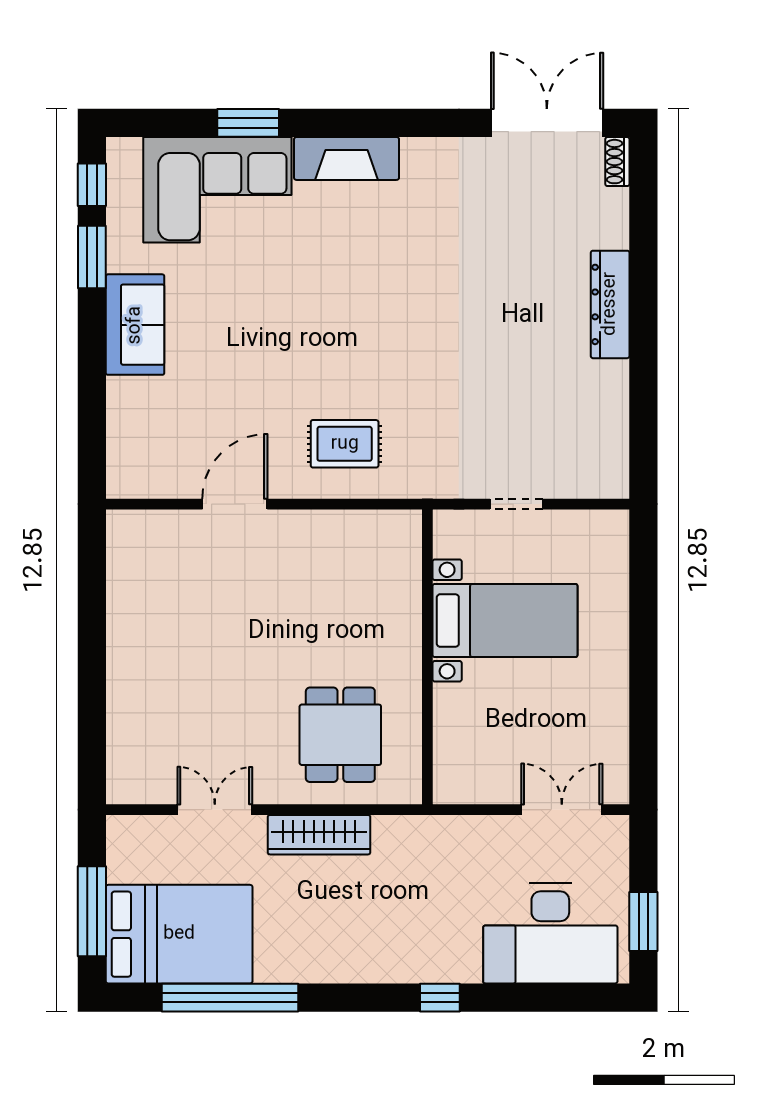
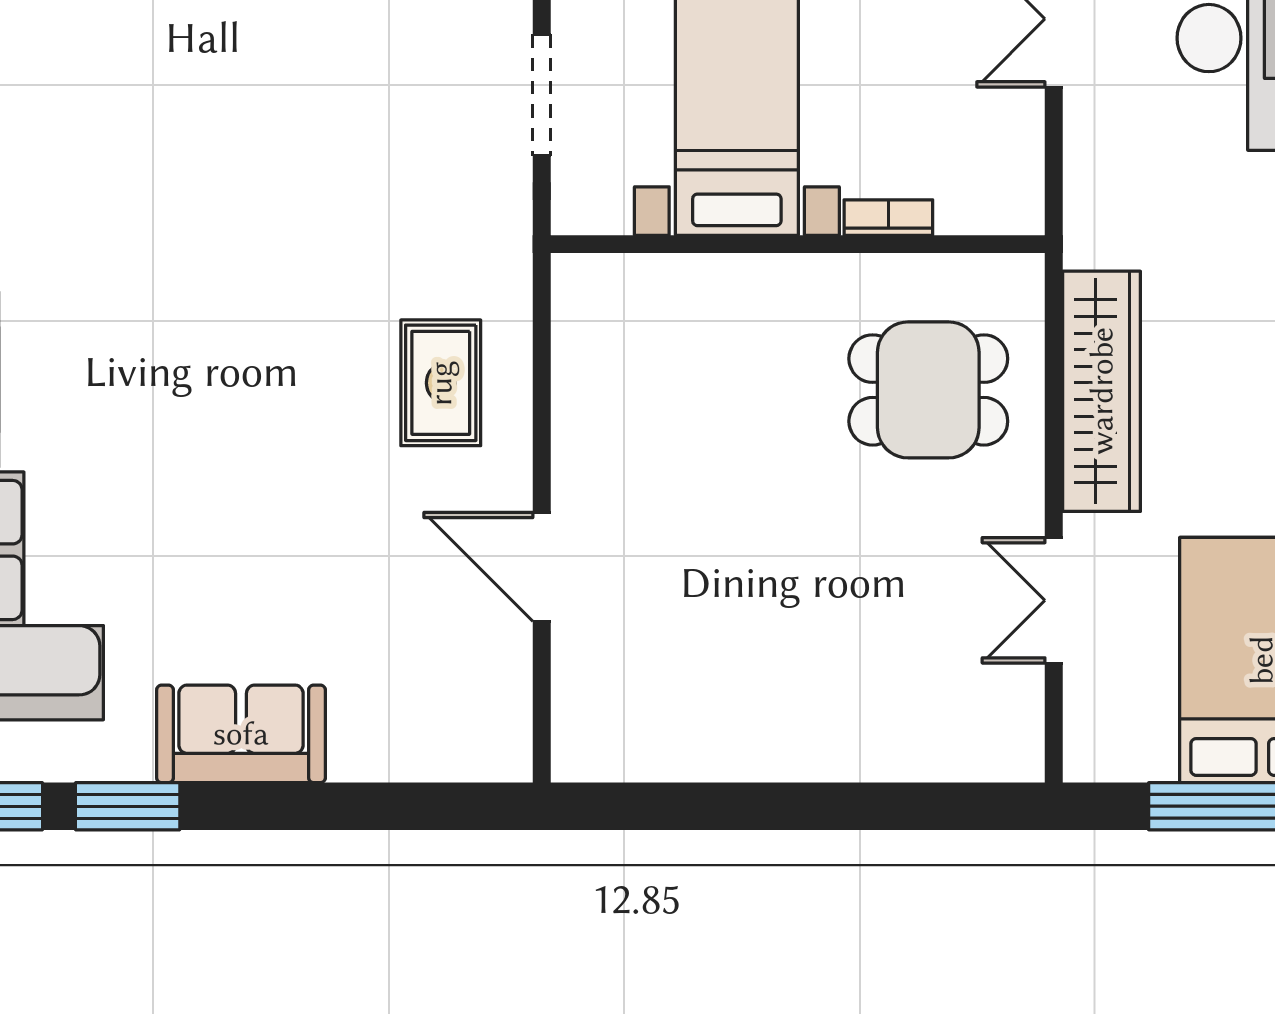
doorway: (516, 504) -> (542, 95), width x1.38
bookcase: (443, 711) -> (888, 218), added
wardrobe: (319, 835) -> (1102, 391), width x1.40, depth x1.17

